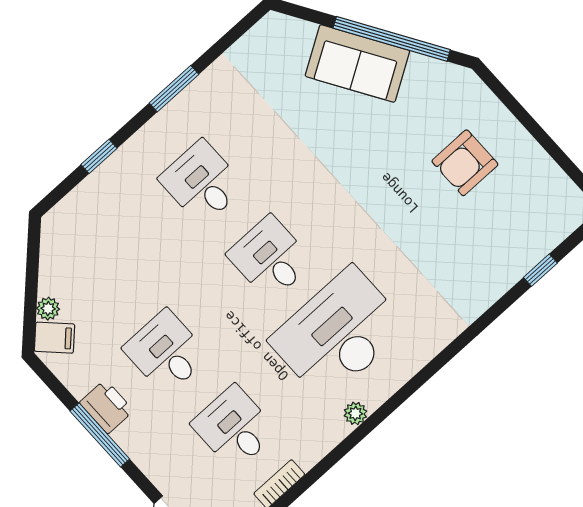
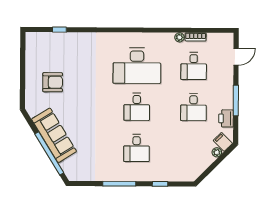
window: (392, 39) -> (49, 153), moved
sofa: (357, 63) -> (54, 135), width x1.36
window: (174, 89) -> (119, 184), width x1.44
printer: (106, 407) -> (226, 118), moved
plant: (355, 413) -> (180, 37), moved

